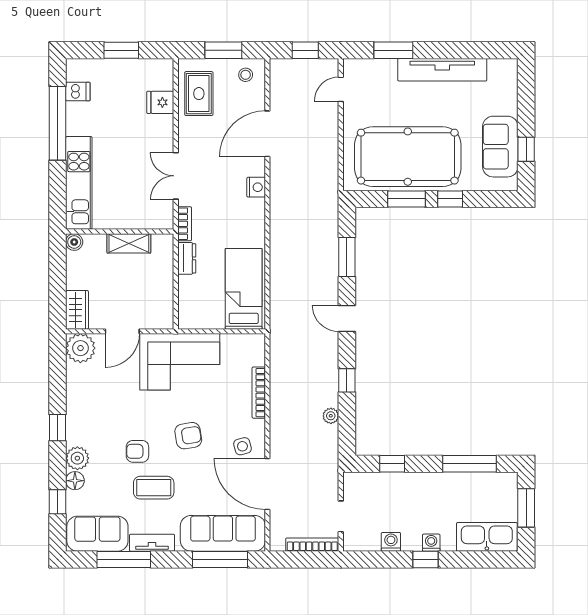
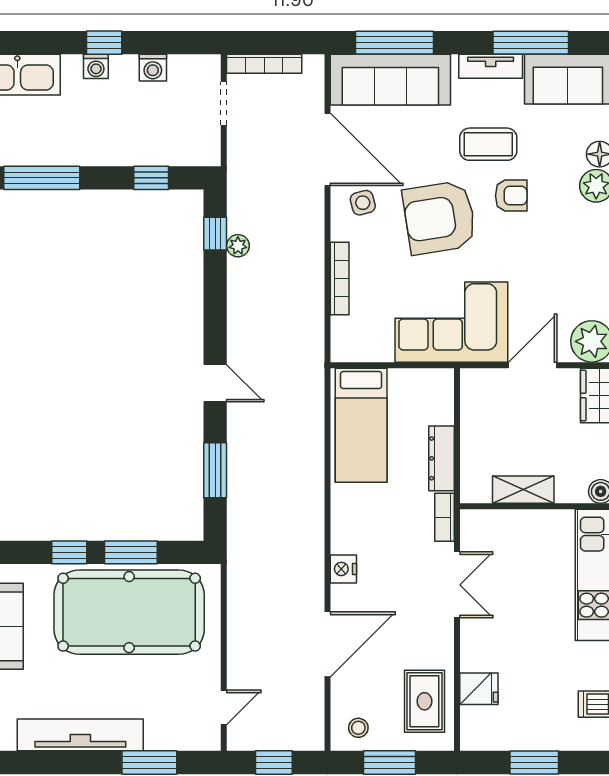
dresser: (187, 258) -> (442, 458), width x1.44
window: (347, 380) -> (215, 234), moved
armchair: (188, 436) -> (439, 218), width x1.88, depth x1.88

